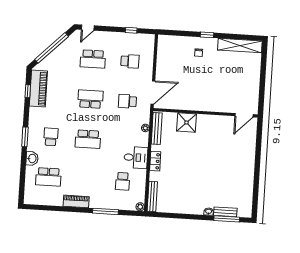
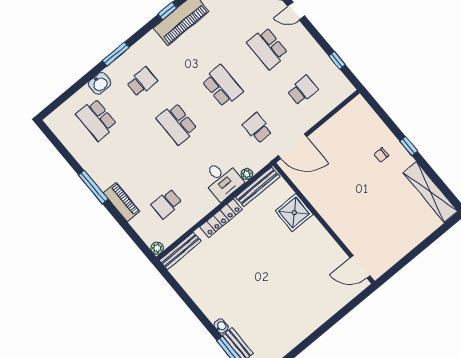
school desk: (130, 61) -> (303, 90), turned -90
desk: (136, 158) -> (222, 180), moved
locker: (155, 161) -> (221, 218), width x1.53
piano: (76, 201) -> (122, 202), moved
window: (106, 211) -> (93, 187), moved

